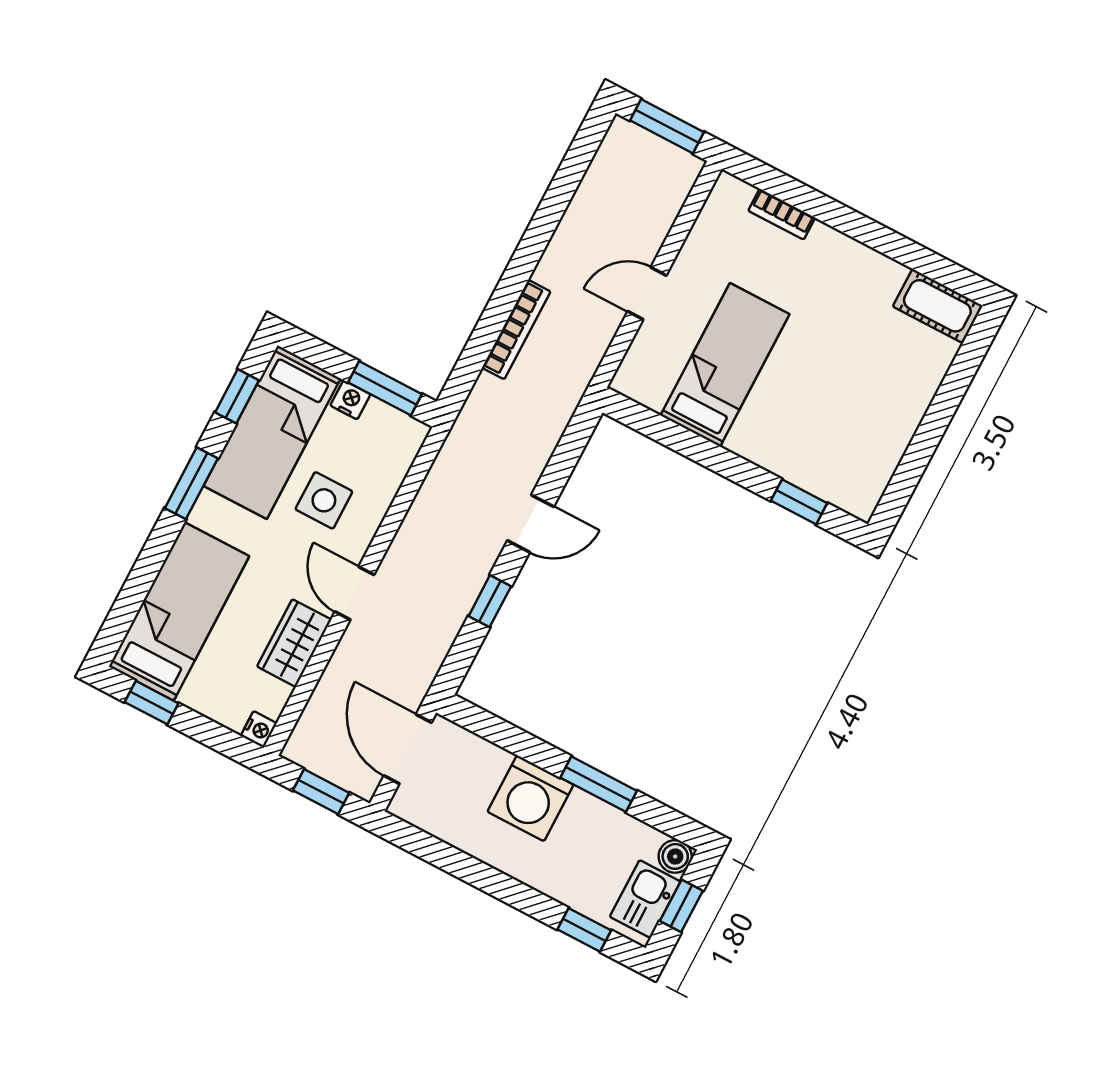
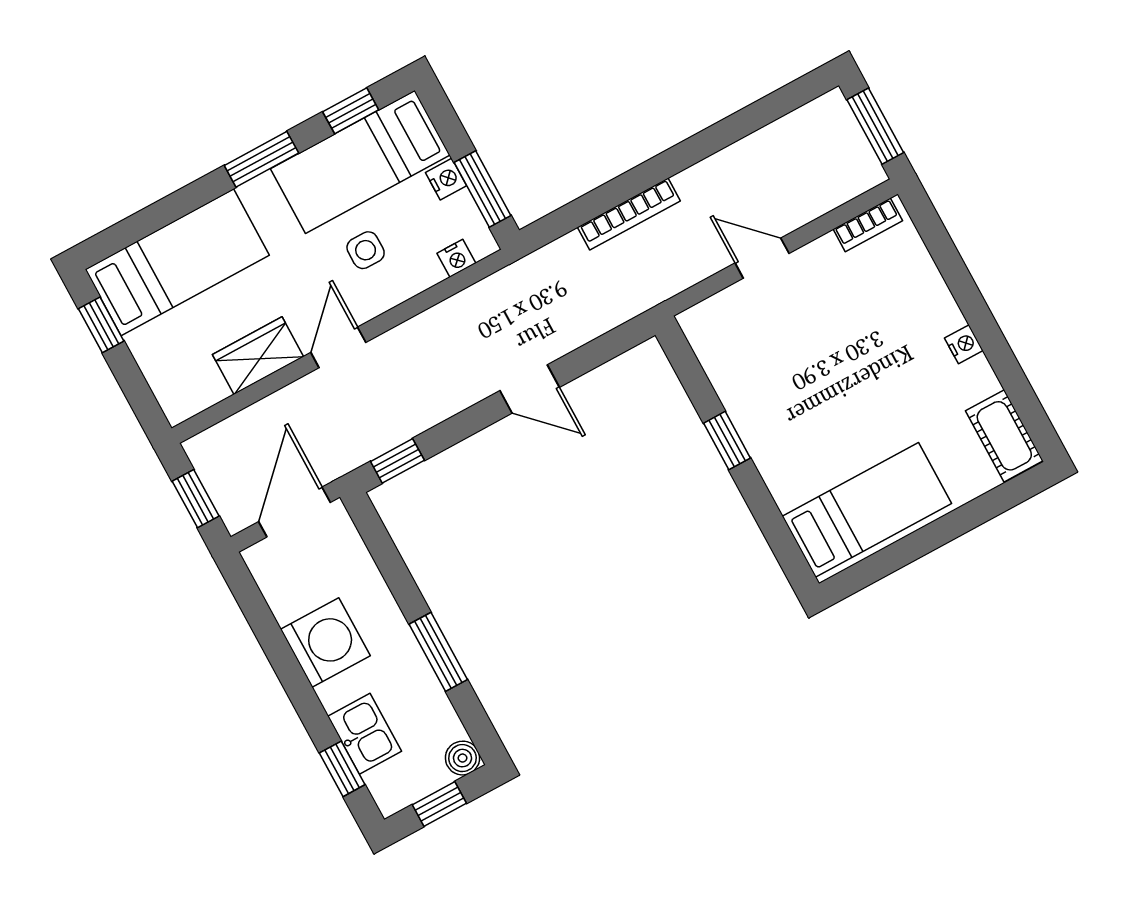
bookcase: (782, 214) -> (868, 225), moved, turned -90
nightstand: (856, 254) -> (964, 344), added
bed: (725, 365) -> (867, 510), moved
side table: (324, 500) -> (366, 250), width x0.73, depth x0.73
window: (799, 502) -> (727, 441), moved
window: (490, 601) -> (397, 461), moved
nightstand: (259, 730) -> (456, 258), moved
washing machine: (530, 798) -> (325, 642), moved, turned 180
kitchen sink: (645, 899) -> (365, 734), moved, turned 90

